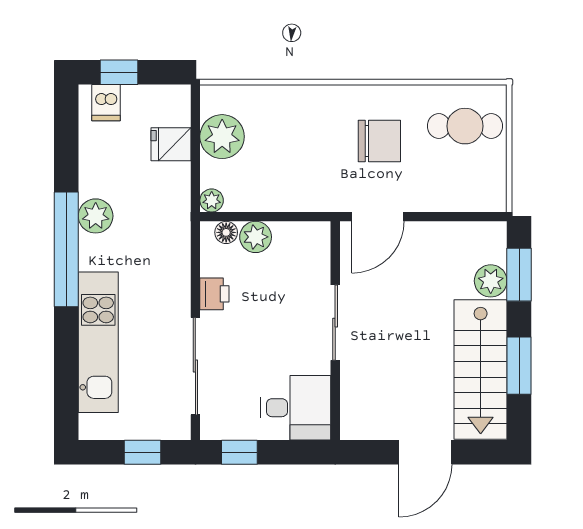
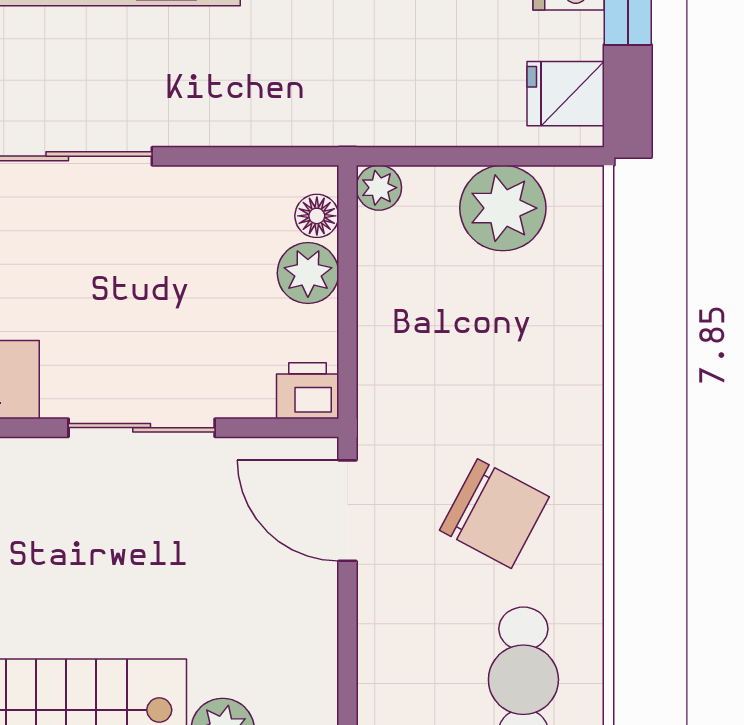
chair: (379, 141) -> (494, 514), turned -62
fridge: (171, 144) -> (566, 94), moved, turned -90
printer: (214, 294) -> (308, 391), moved, turned 180

